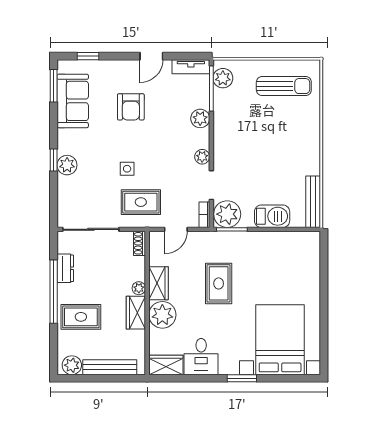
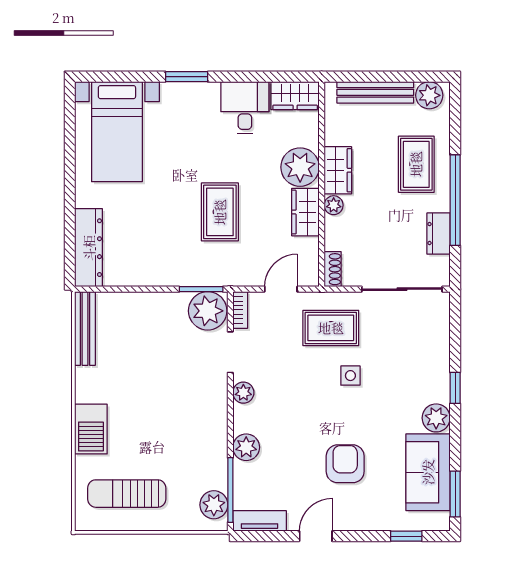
plant: (67, 165) -> (436, 418), moved
barbecue: (272, 216) -> (91, 429), moved, turned -90
dresser: (311, 258) -> (89, 248), added
rug: (81, 317) -> (416, 164), turned 90
bed with nightstands: (280, 340) -> (117, 132), width x0.73

